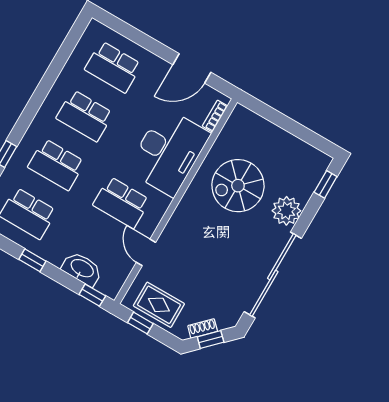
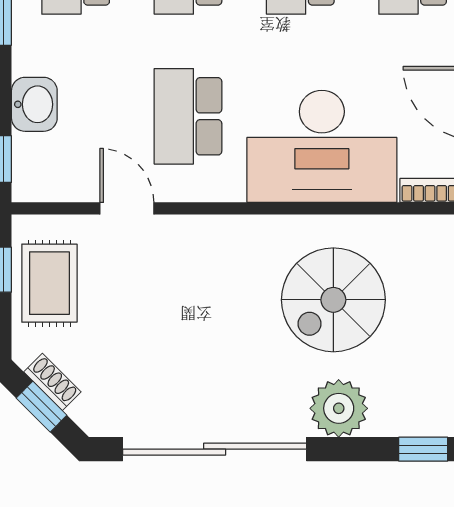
spiral stairs: (238, 186) -> (333, 300), turned -90
door: (146, 252) -> (127, 208), hinge flipped
washbasin: (82, 269) -> (34, 104), width x0.72

